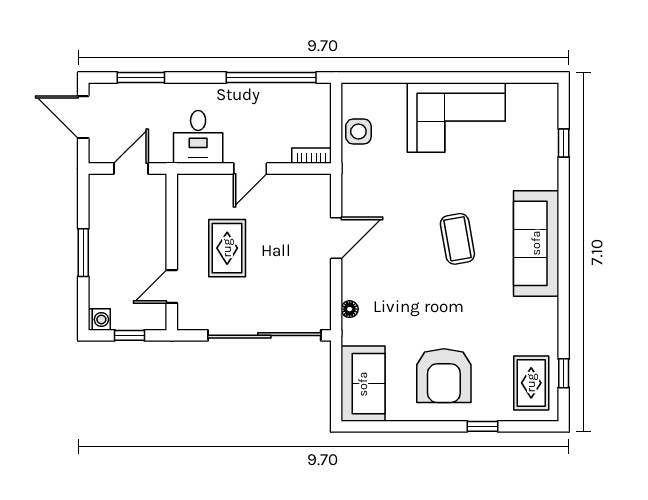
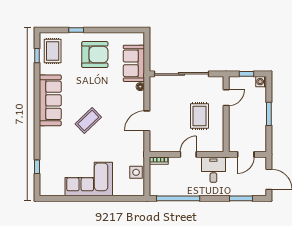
coffee table: (457, 239) -> (88, 120), turned 56
sofa: (536, 243) -> (50, 100), moved
armchair: (444, 376) -> (95, 55), turned 90
sofa: (363, 384) -> (134, 63), moved

